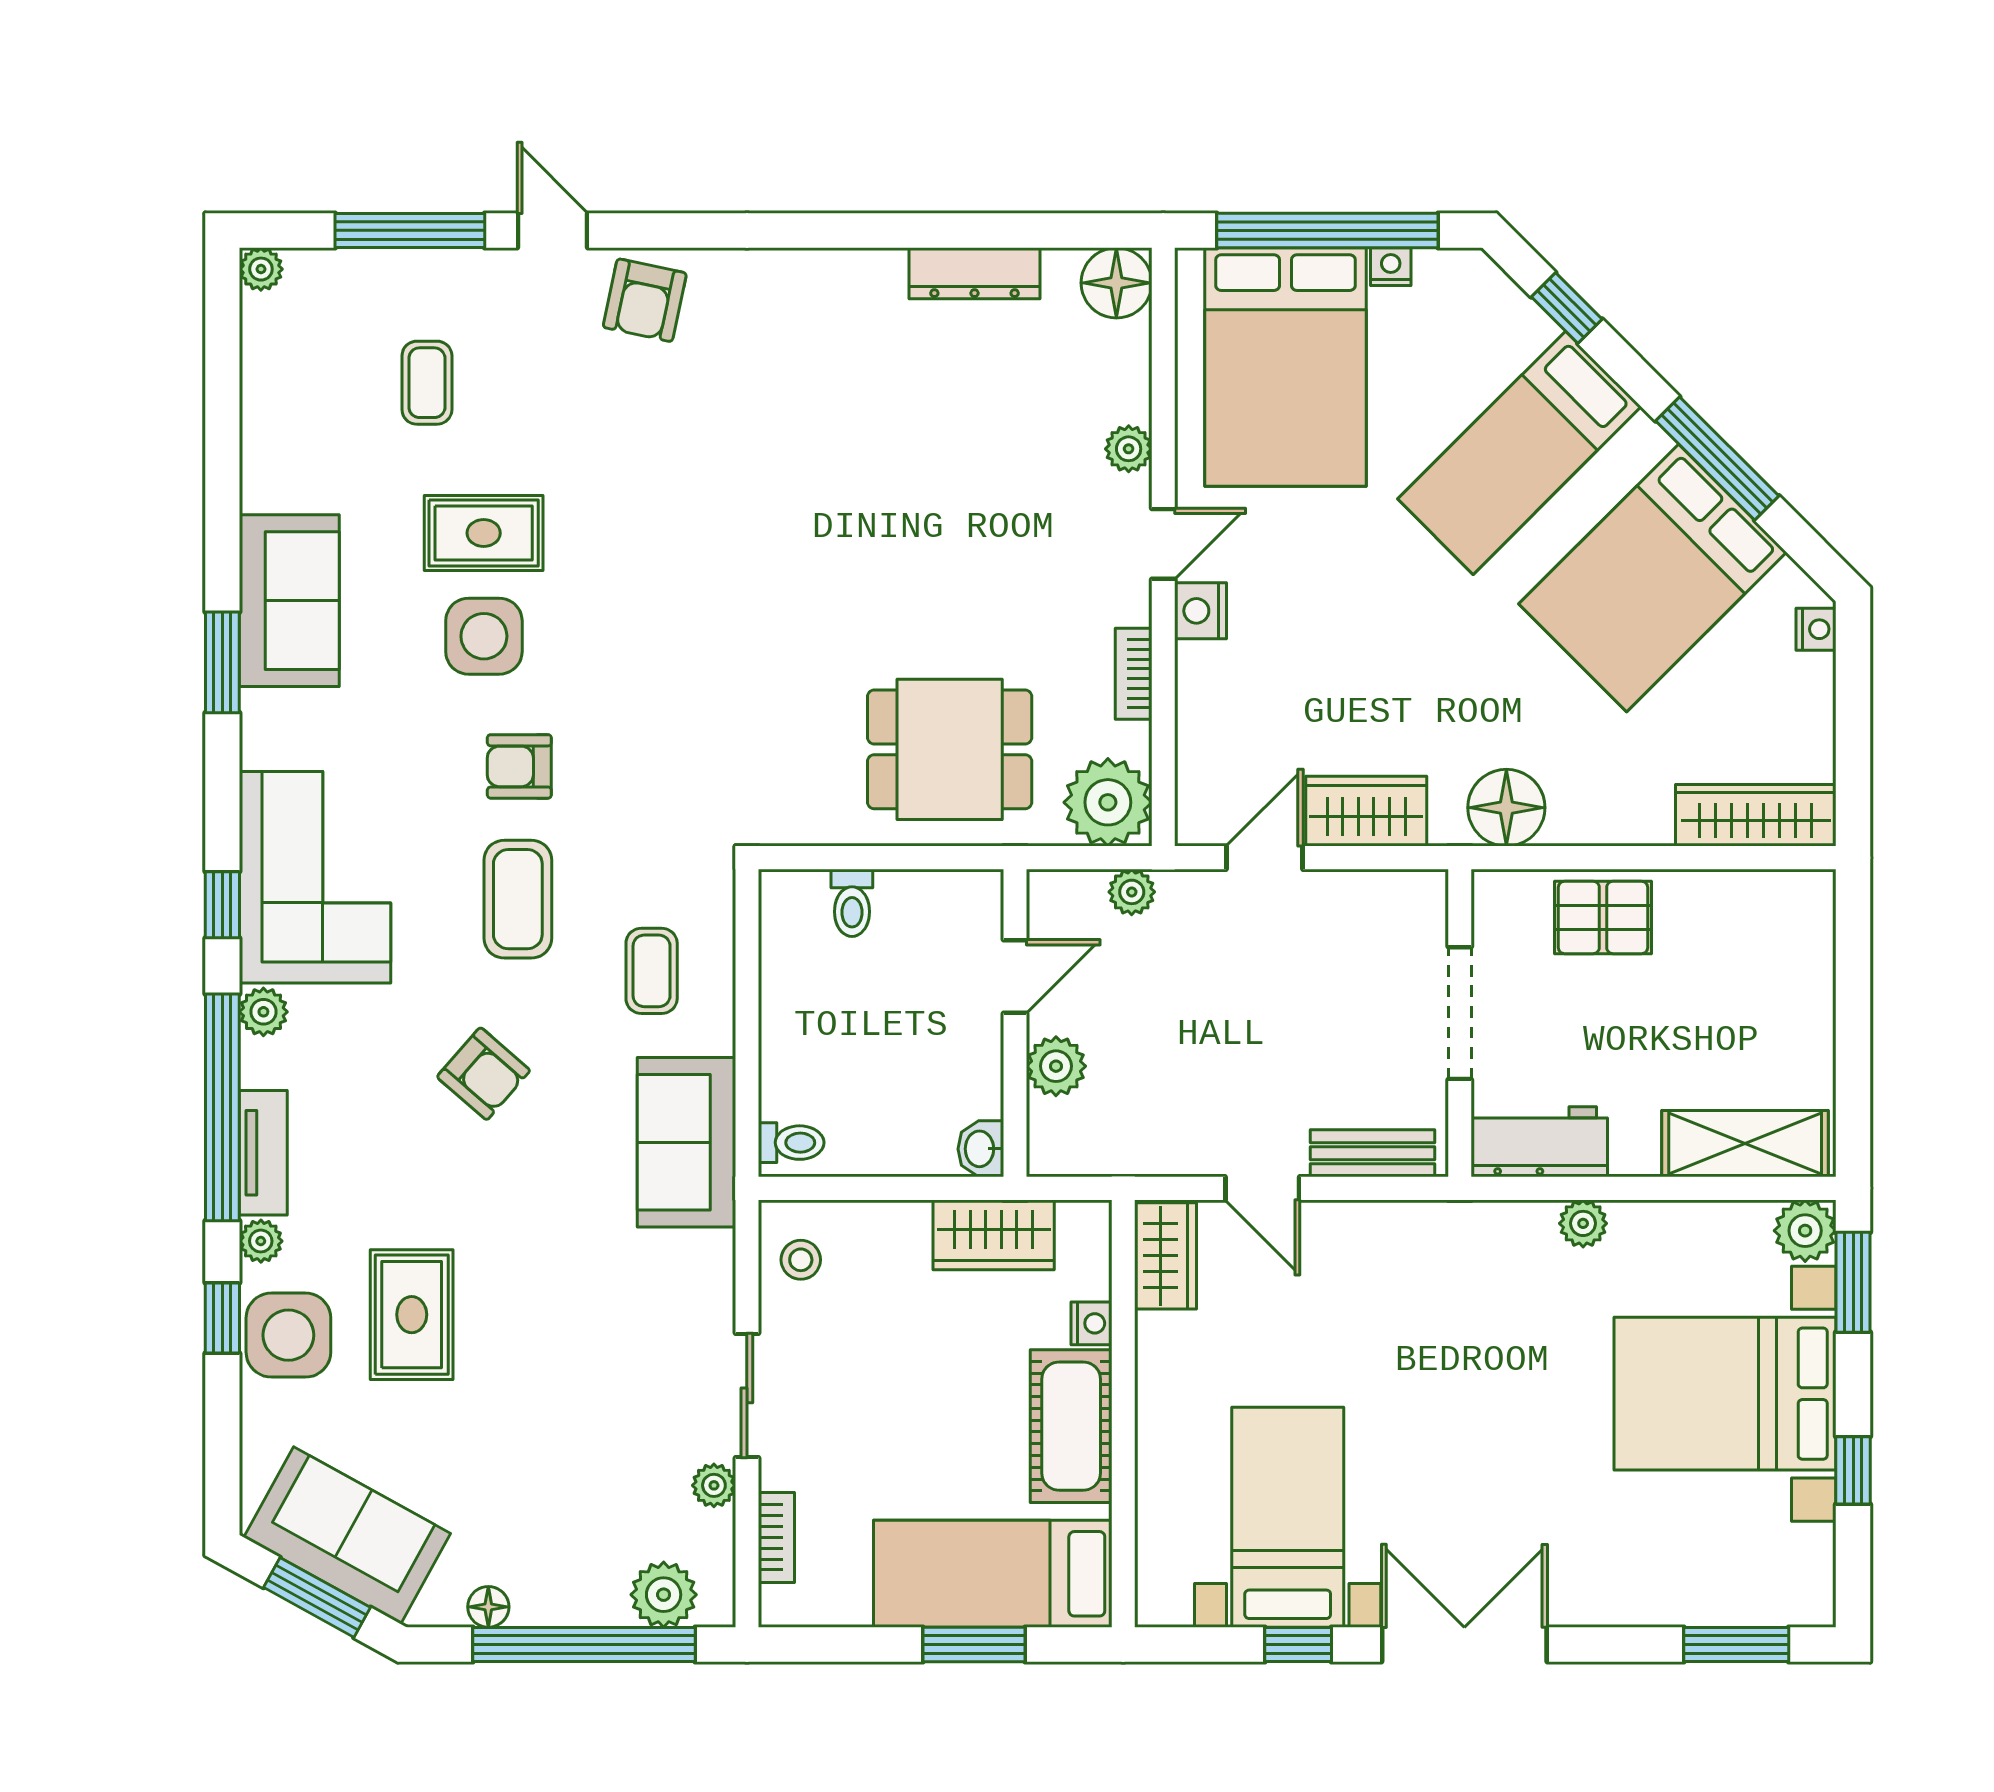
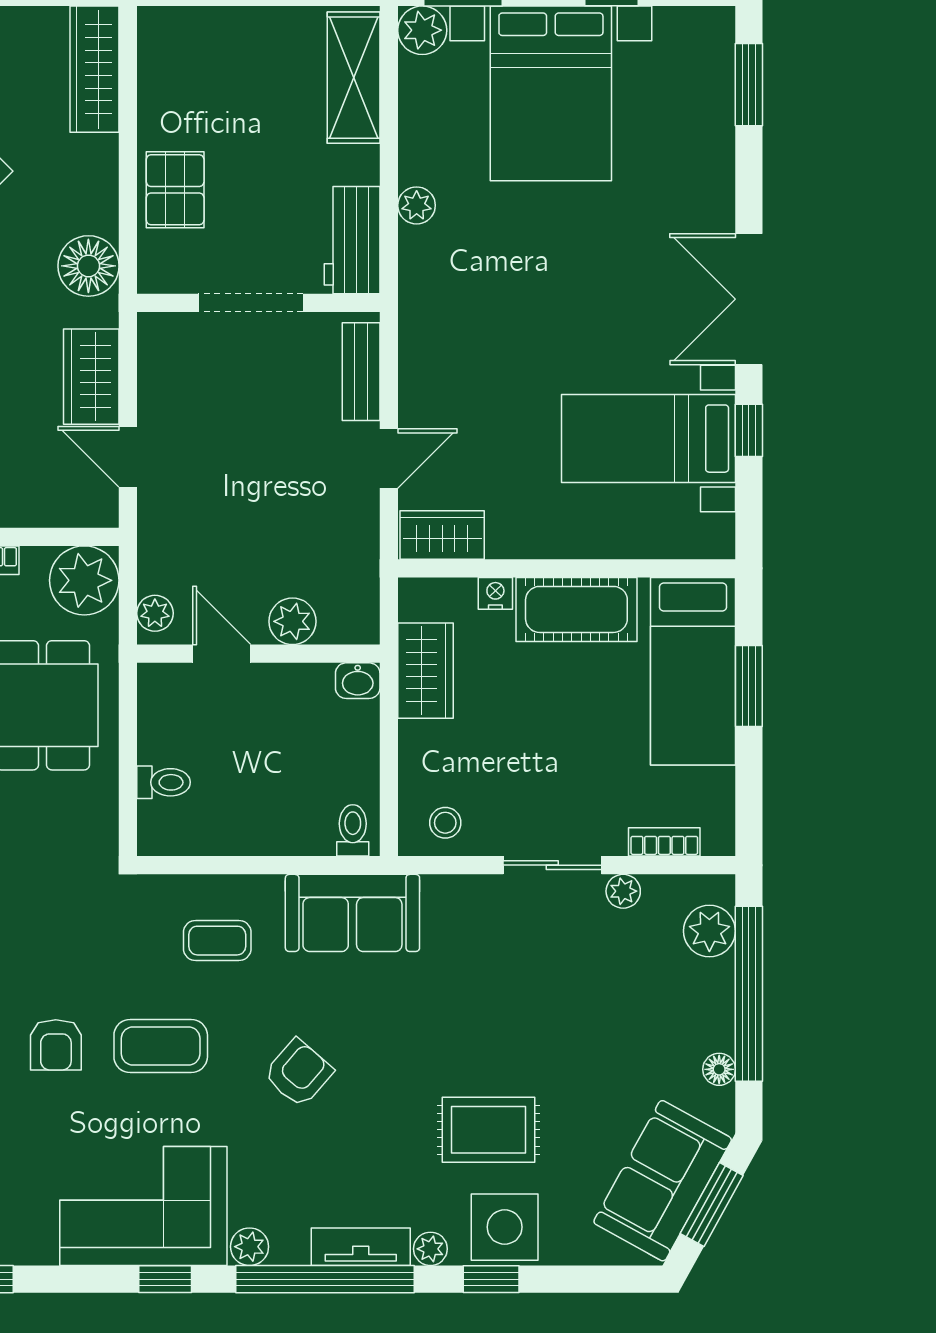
plant: (1132, 892) -> (155, 613), moved

